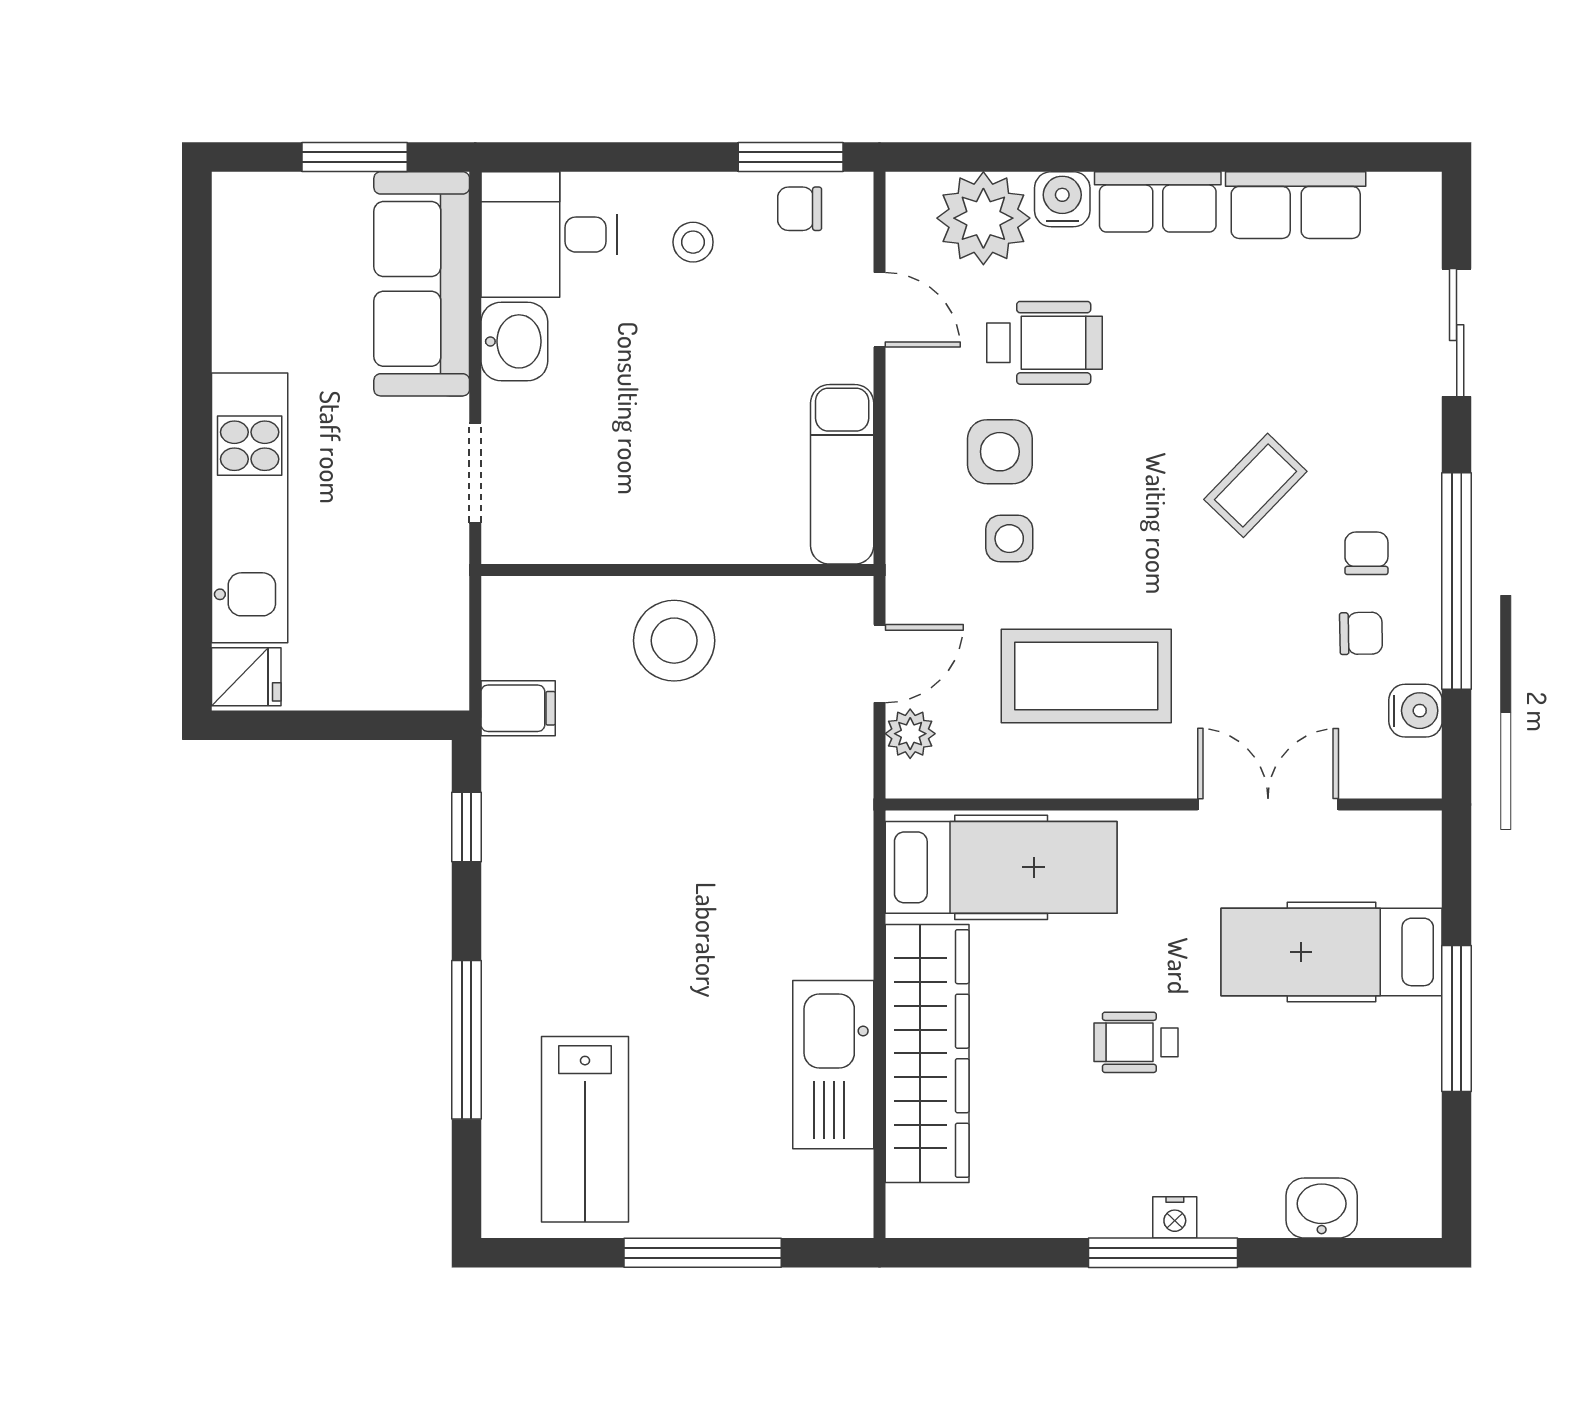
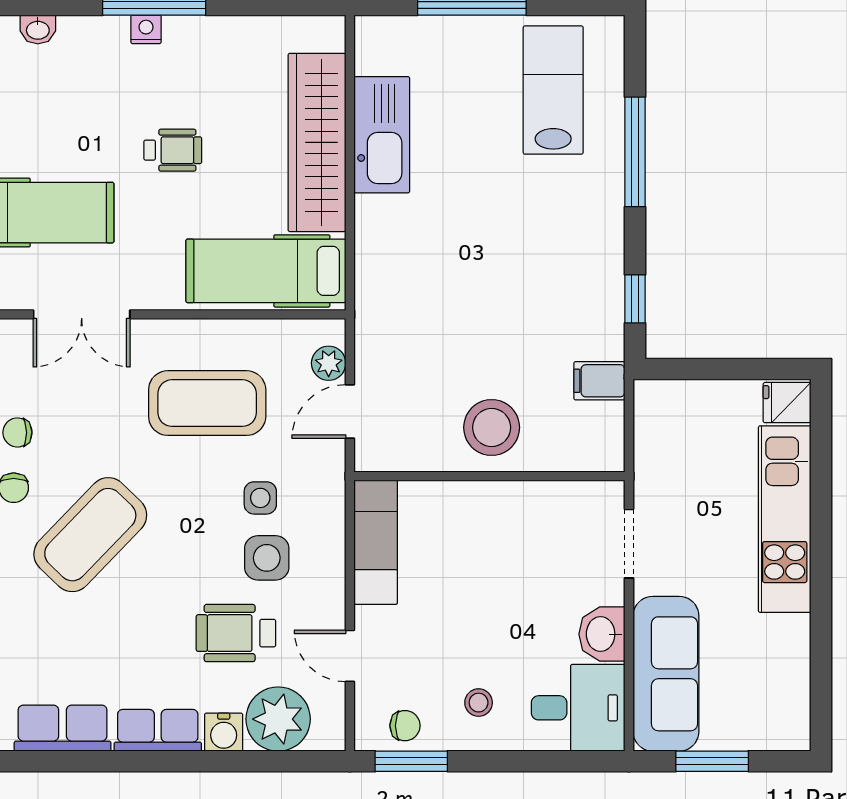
coffee table: (1255, 485) -> (90, 535), width x1.86, depth x1.72
washbasin: (1322, 1208) -> (38, 29), width x0.72, depth x0.69

